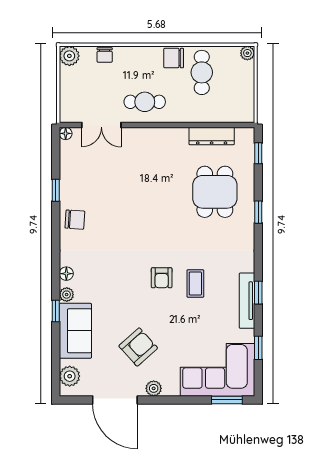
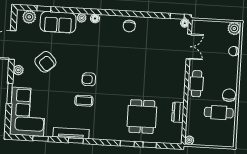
plant: (247, 53) -> (189, 140), moved
cafe table: (145, 102) -> (197, 84), moved
double door: (101, 125) -> (189, 46), swing flipped
dresser: (212, 136) -> (178, 112), width x0.70
window: (258, 153) -> (150, 145), moved
window: (56, 190) -> (177, 16), moved
dining table: (215, 192) -> (142, 117), turned 90
window: (56, 311) -> (44, 9), moved
window: (227, 400) -> (10, 94), moved

